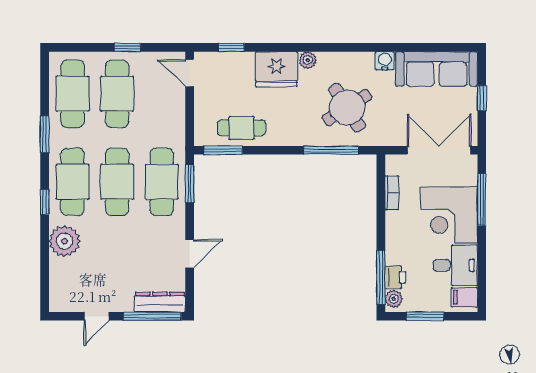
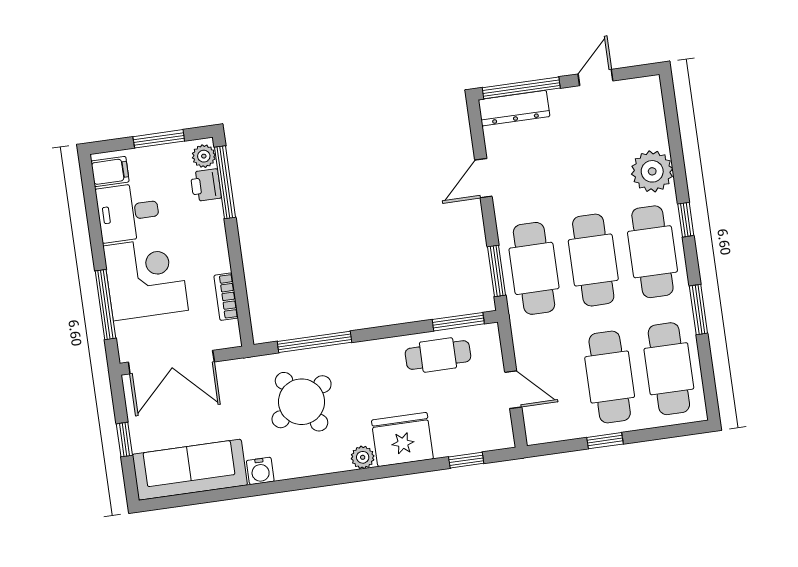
door: (190, 73) -> (513, 390), moved

